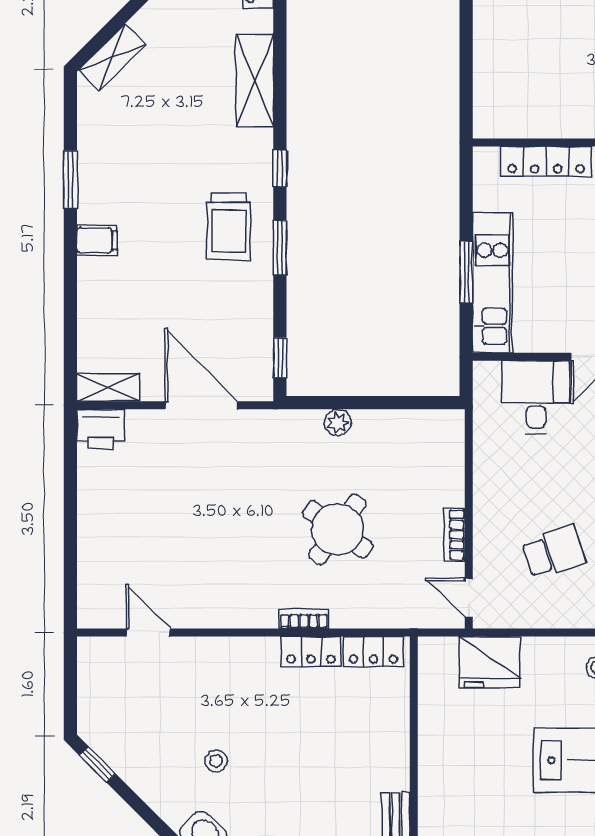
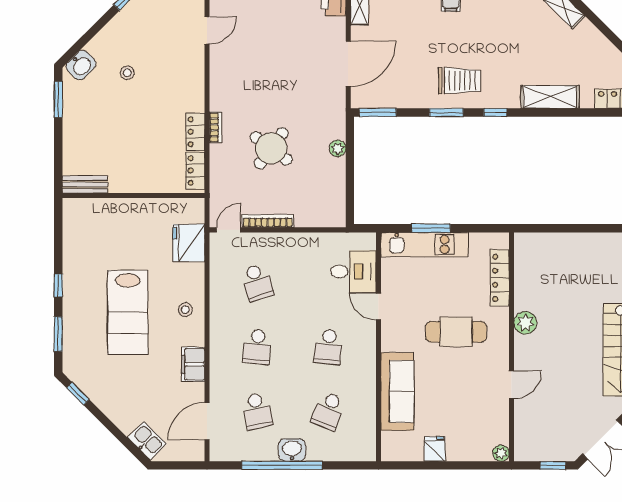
trolley: (229, 226) -> (459, 81), turned 180
window: (280, 358) -> (378, 112), width x1.50
bookcase: (454, 535) -> (268, 221), width x1.56

